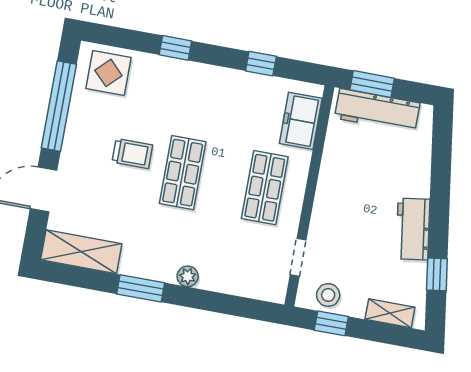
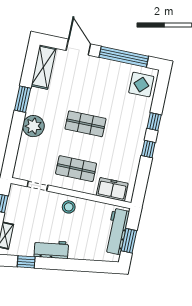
window: (261, 64) -> (148, 149), moved
window: (372, 84) -> (129, 241), moved
trolley: (132, 154) -> (97, 96), removed
plant: (188, 276) -> (33, 126), width x1.87, depth x1.87
stool: (328, 295) -> (69, 207), moved

